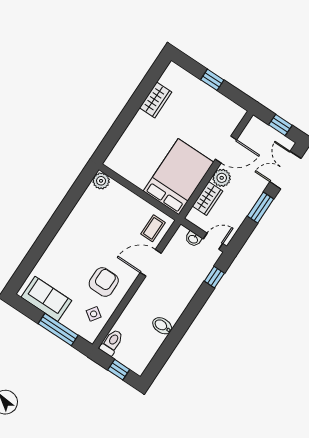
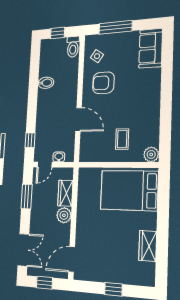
door: (226, 150) -> (72, 259), moved
bed: (179, 177) -> (129, 190), moved, turned 90
window: (261, 208) -> (27, 196), moved
coffee table: (153, 228) -> (122, 139), moved
door: (151, 263) -> (78, 119), hinge flipped
armchair: (104, 282) -> (103, 83), turned 90
sofa: (46, 299) -> (151, 48), moved, turned 90

